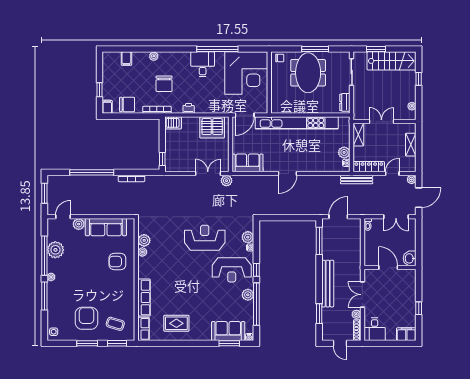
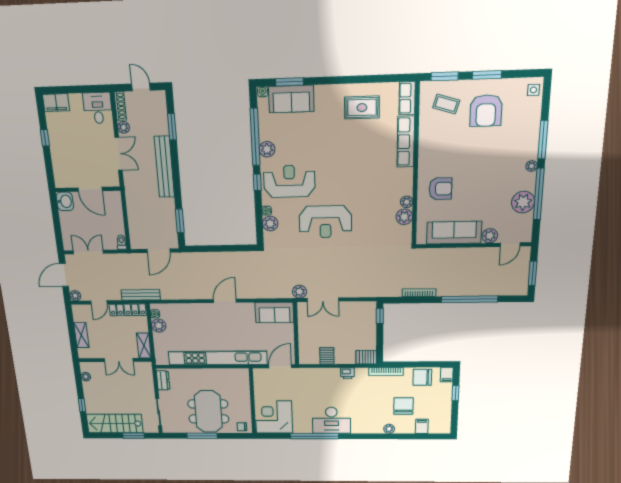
desk: (203, 64) -> (331, 420), width x1.37
corner desk: (246, 73) -> (274, 417), width x0.74, depth x0.74
chair: (164, 84) -> (403, 406), moved
server rack: (212, 127) -> (327, 356), width x0.46, depth x0.70
window: (319, 241) -> (180, 221), width x0.69

